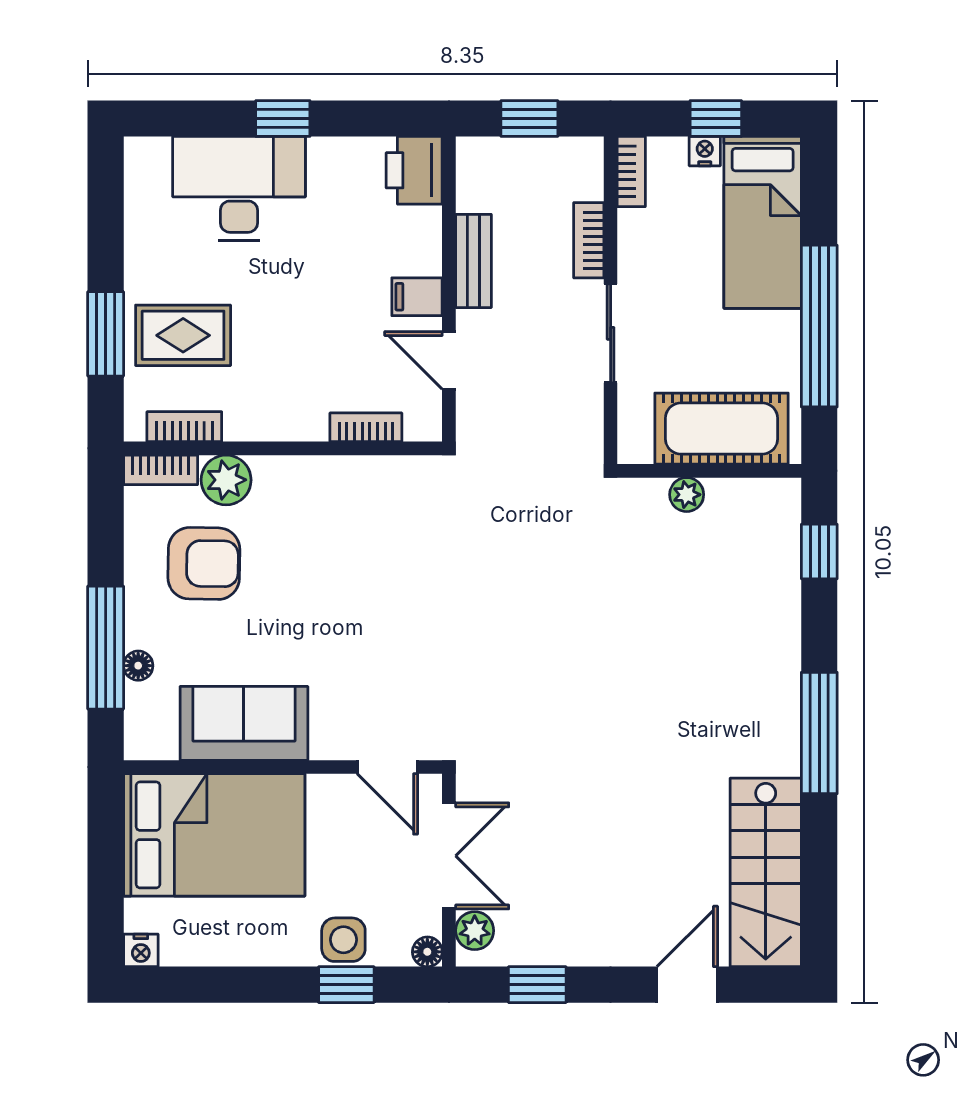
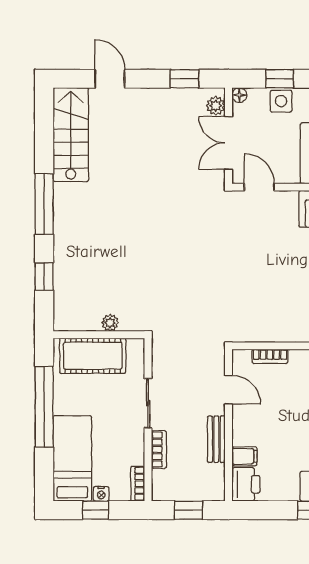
filing cabinet: (417, 297) -> (244, 456), moved
window: (819, 552) -> (44, 276), moved
door: (687, 985) -> (110, 79), swing flipped

